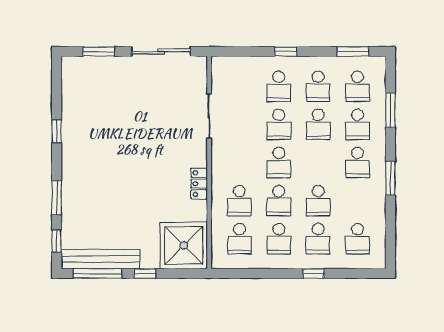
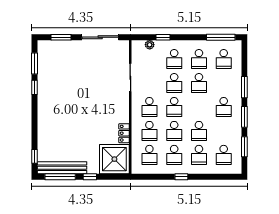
window: (286, 52) -> (163, 37), moved
window: (353, 52) -> (221, 37), width x1.44
plant: (240, 63) -> (150, 45), added
window: (390, 110) -> (244, 87), moved
school desk: (357, 124) -> (149, 107), moved
locker: (199, 184) -> (124, 133), moved
window: (57, 198) -> (34, 63), moved
window: (390, 226) -> (244, 147), added
window: (313, 273) -> (181, 177), moved

